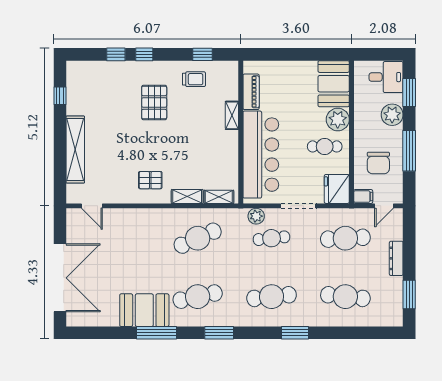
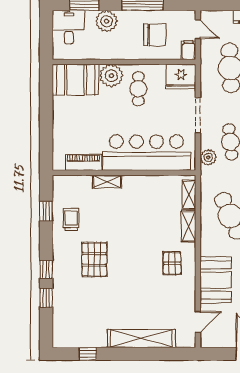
pallet: (154, 103) -> (94, 259), turned 90
booth: (134, 224) -> (216, 280), added

